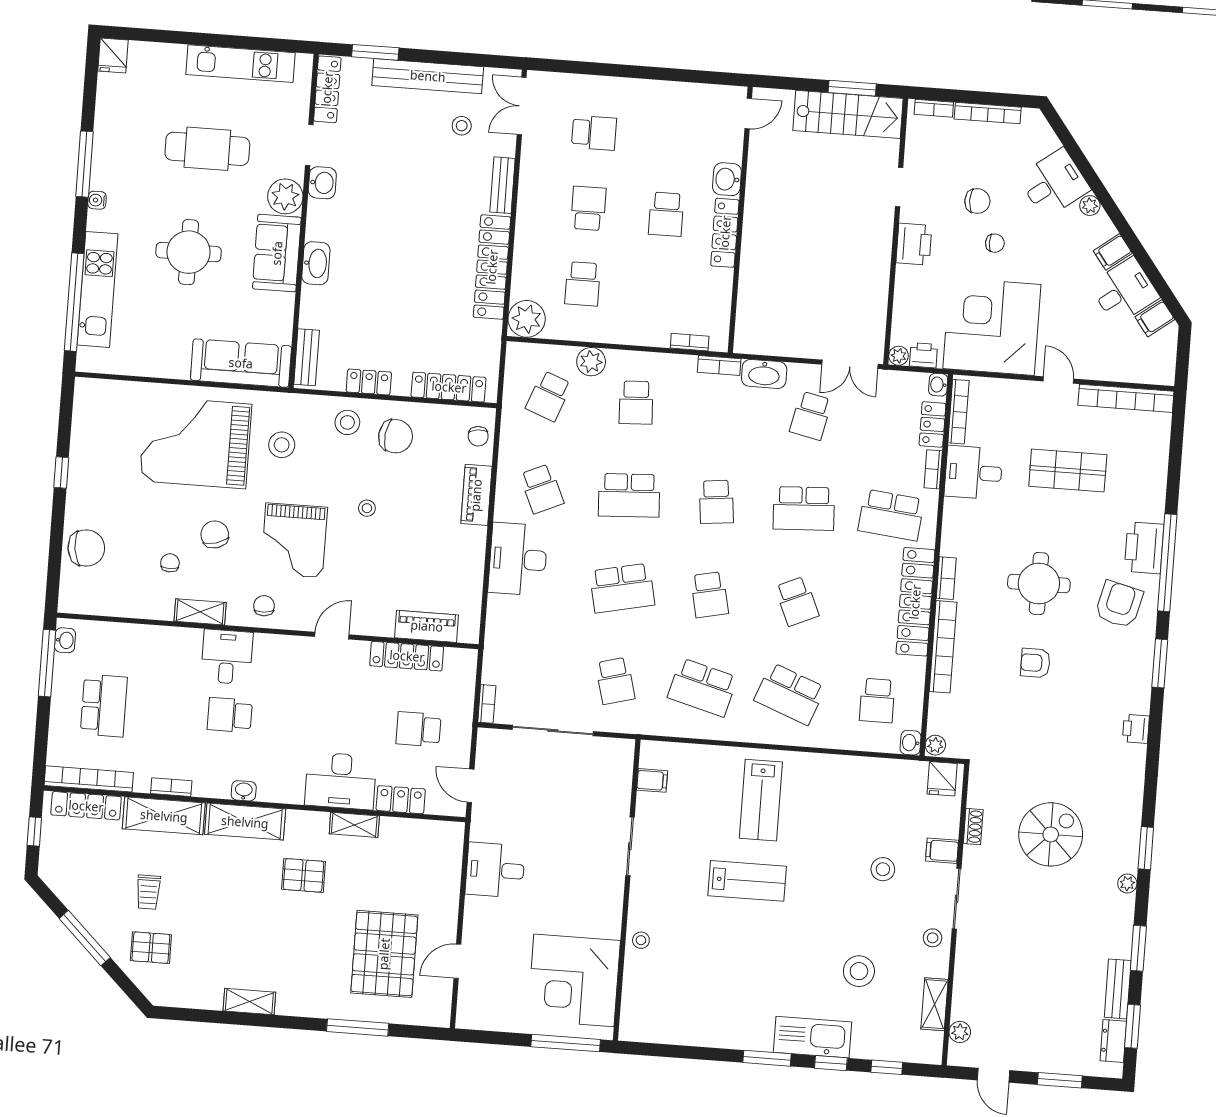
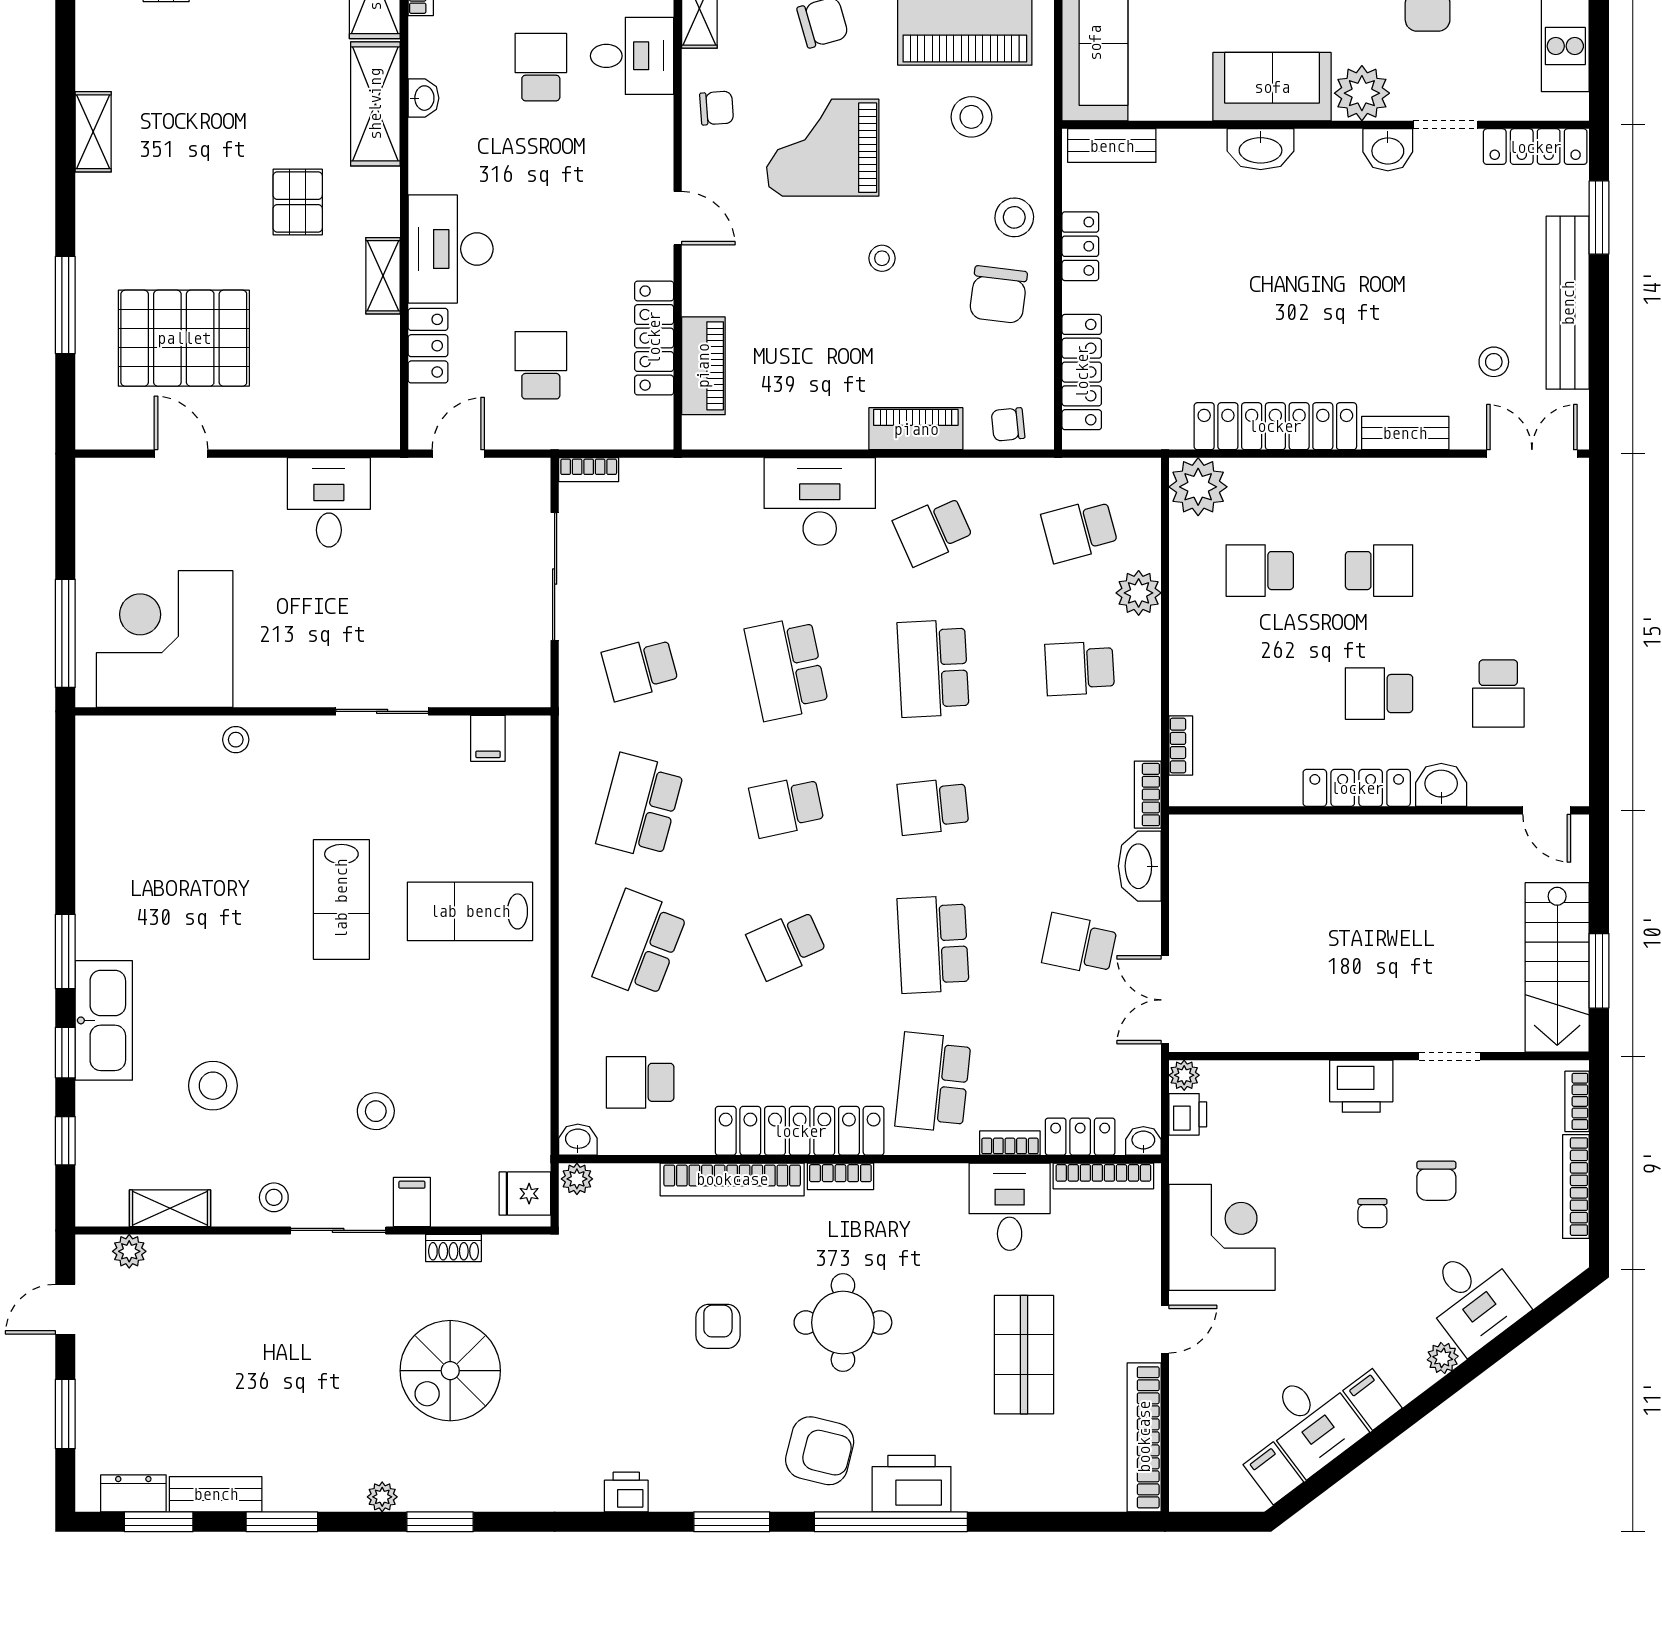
school desk: (594, 133) -> (1498, 694), moved
corner desk: (992, 326) -> (1222, 1237), width x0.74, depth x0.74
school desk: (549, 396) -> (1080, 530), turned -36
spiral stairs: (1051, 834) -> (450, 1371), turned 90

